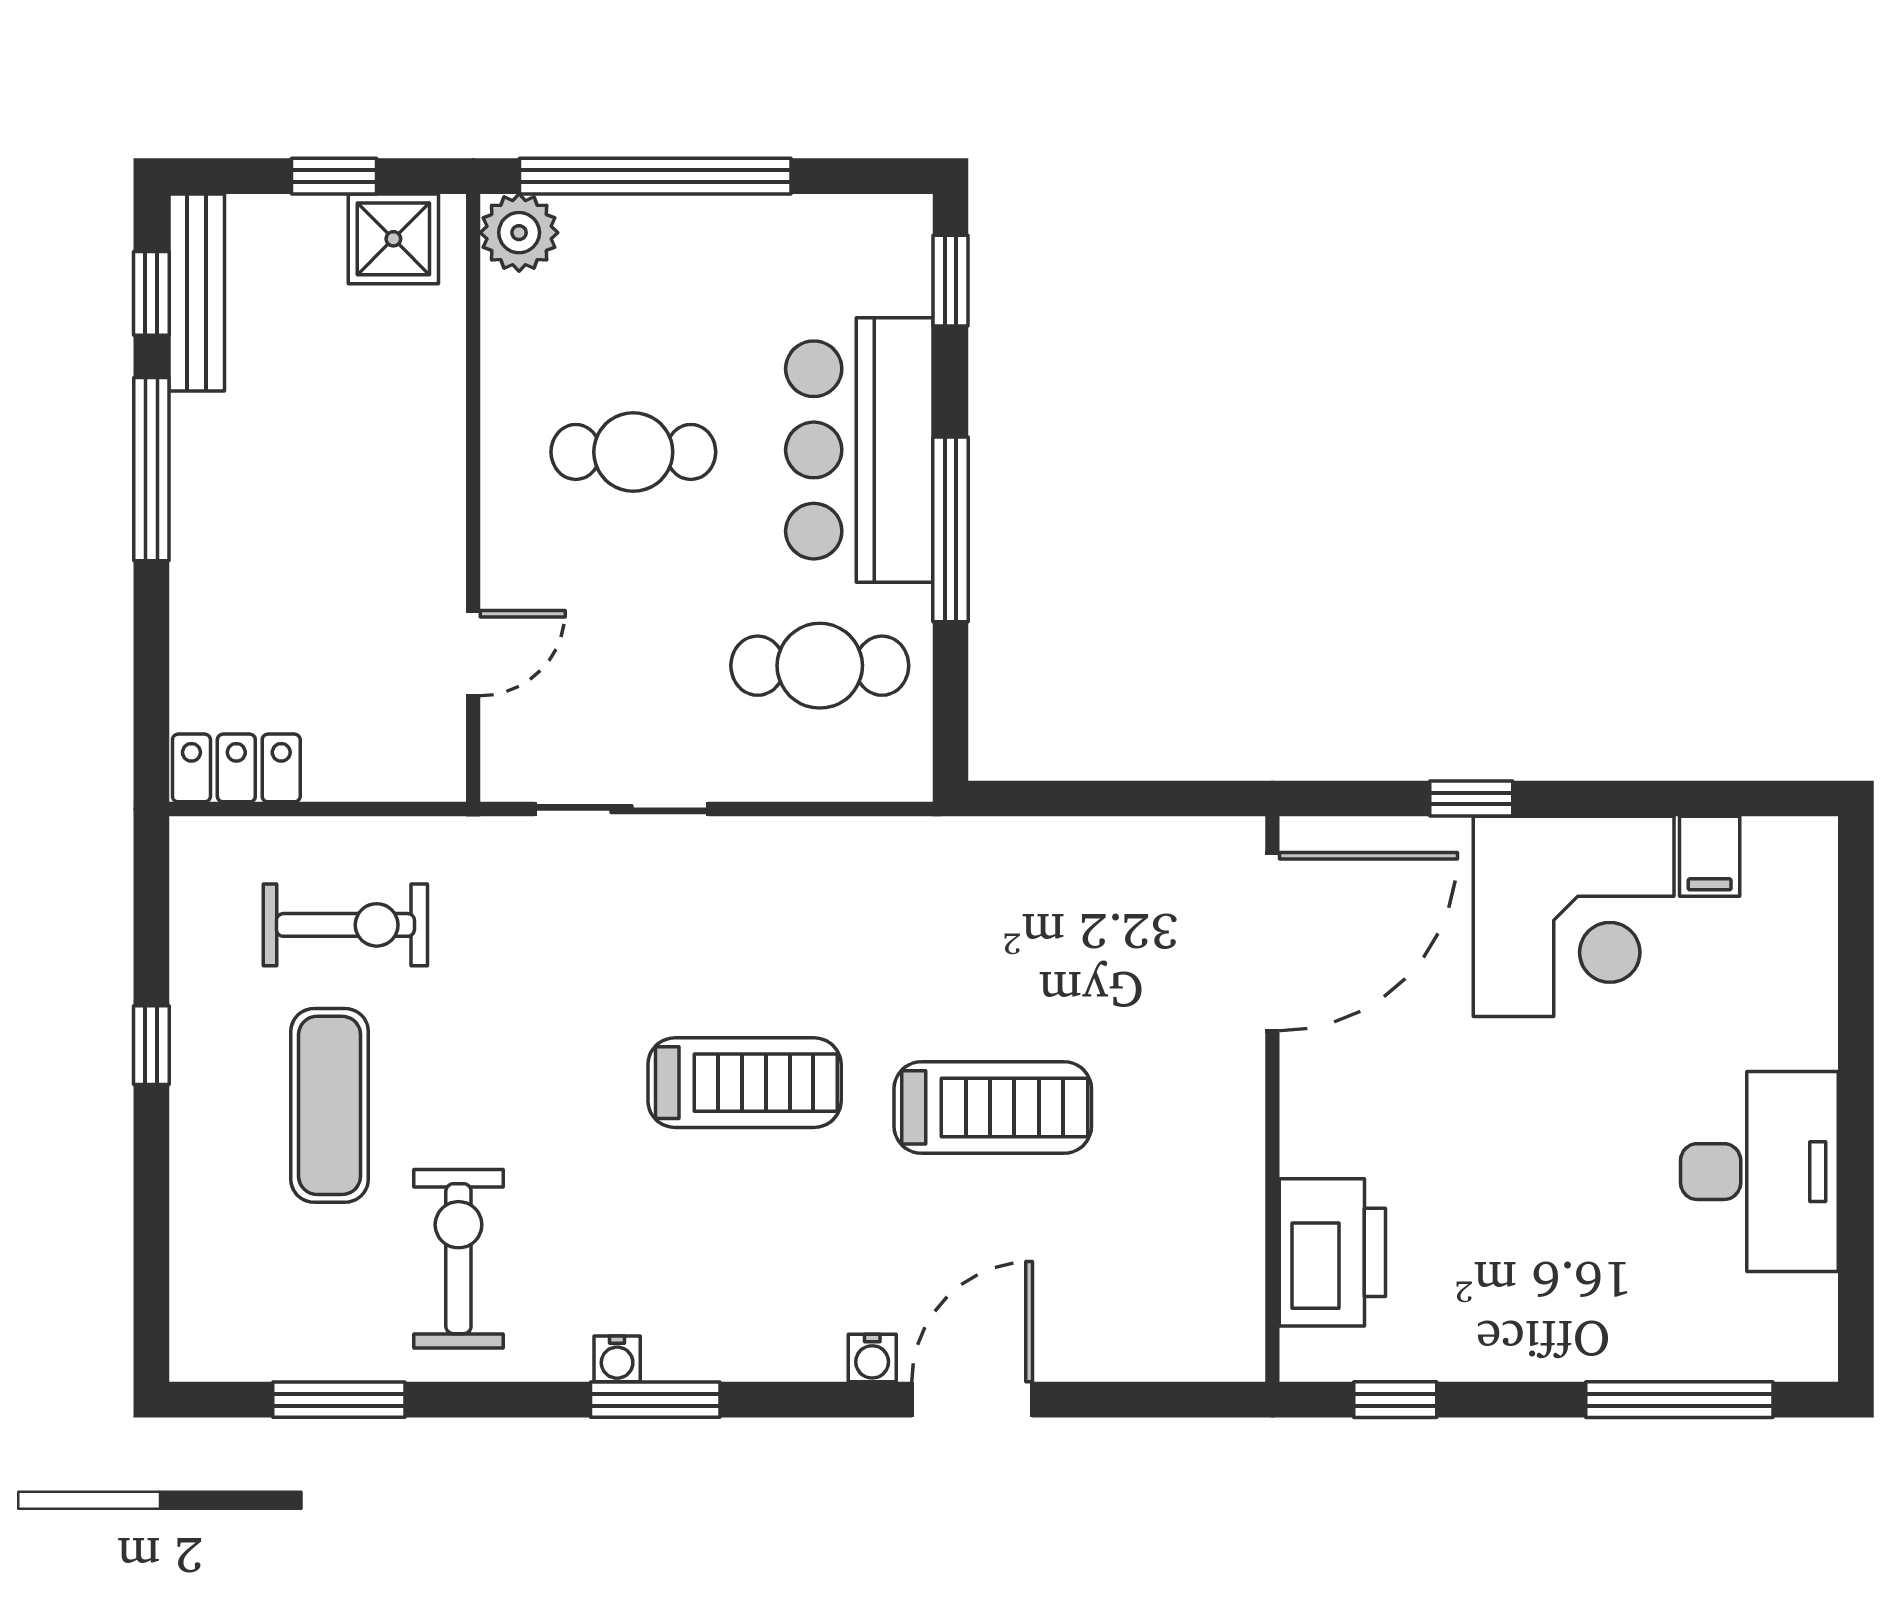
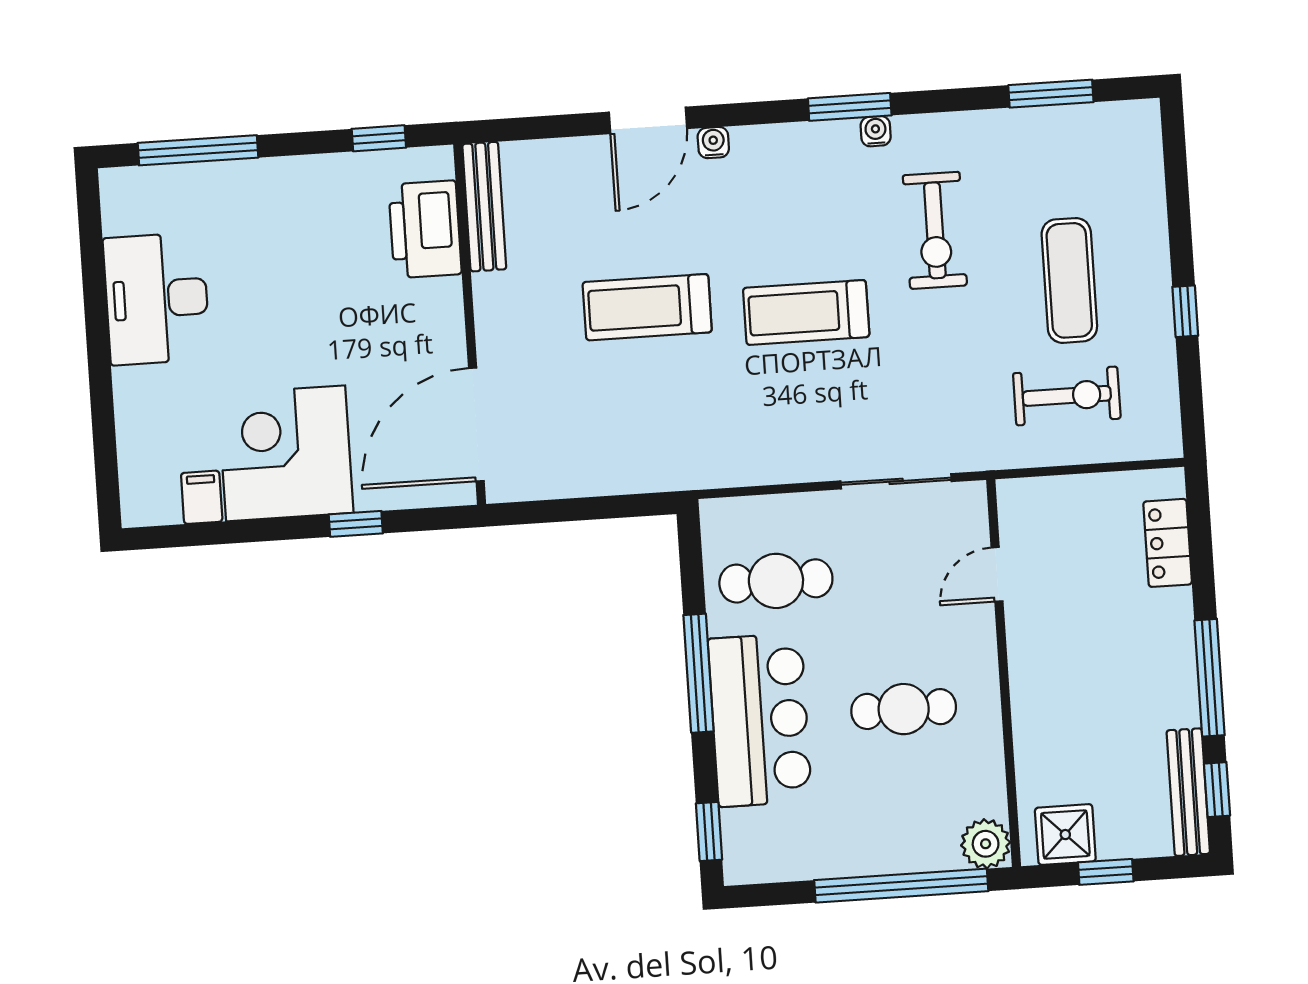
locker: (236, 768) -> (1168, 543), moved, turned 90
exercise bike: (345, 925) -> (1067, 396), turned 180
exercise bike: (458, 1259) -> (935, 230), moved
bench: (1237, 1282) -> (484, 207), added

